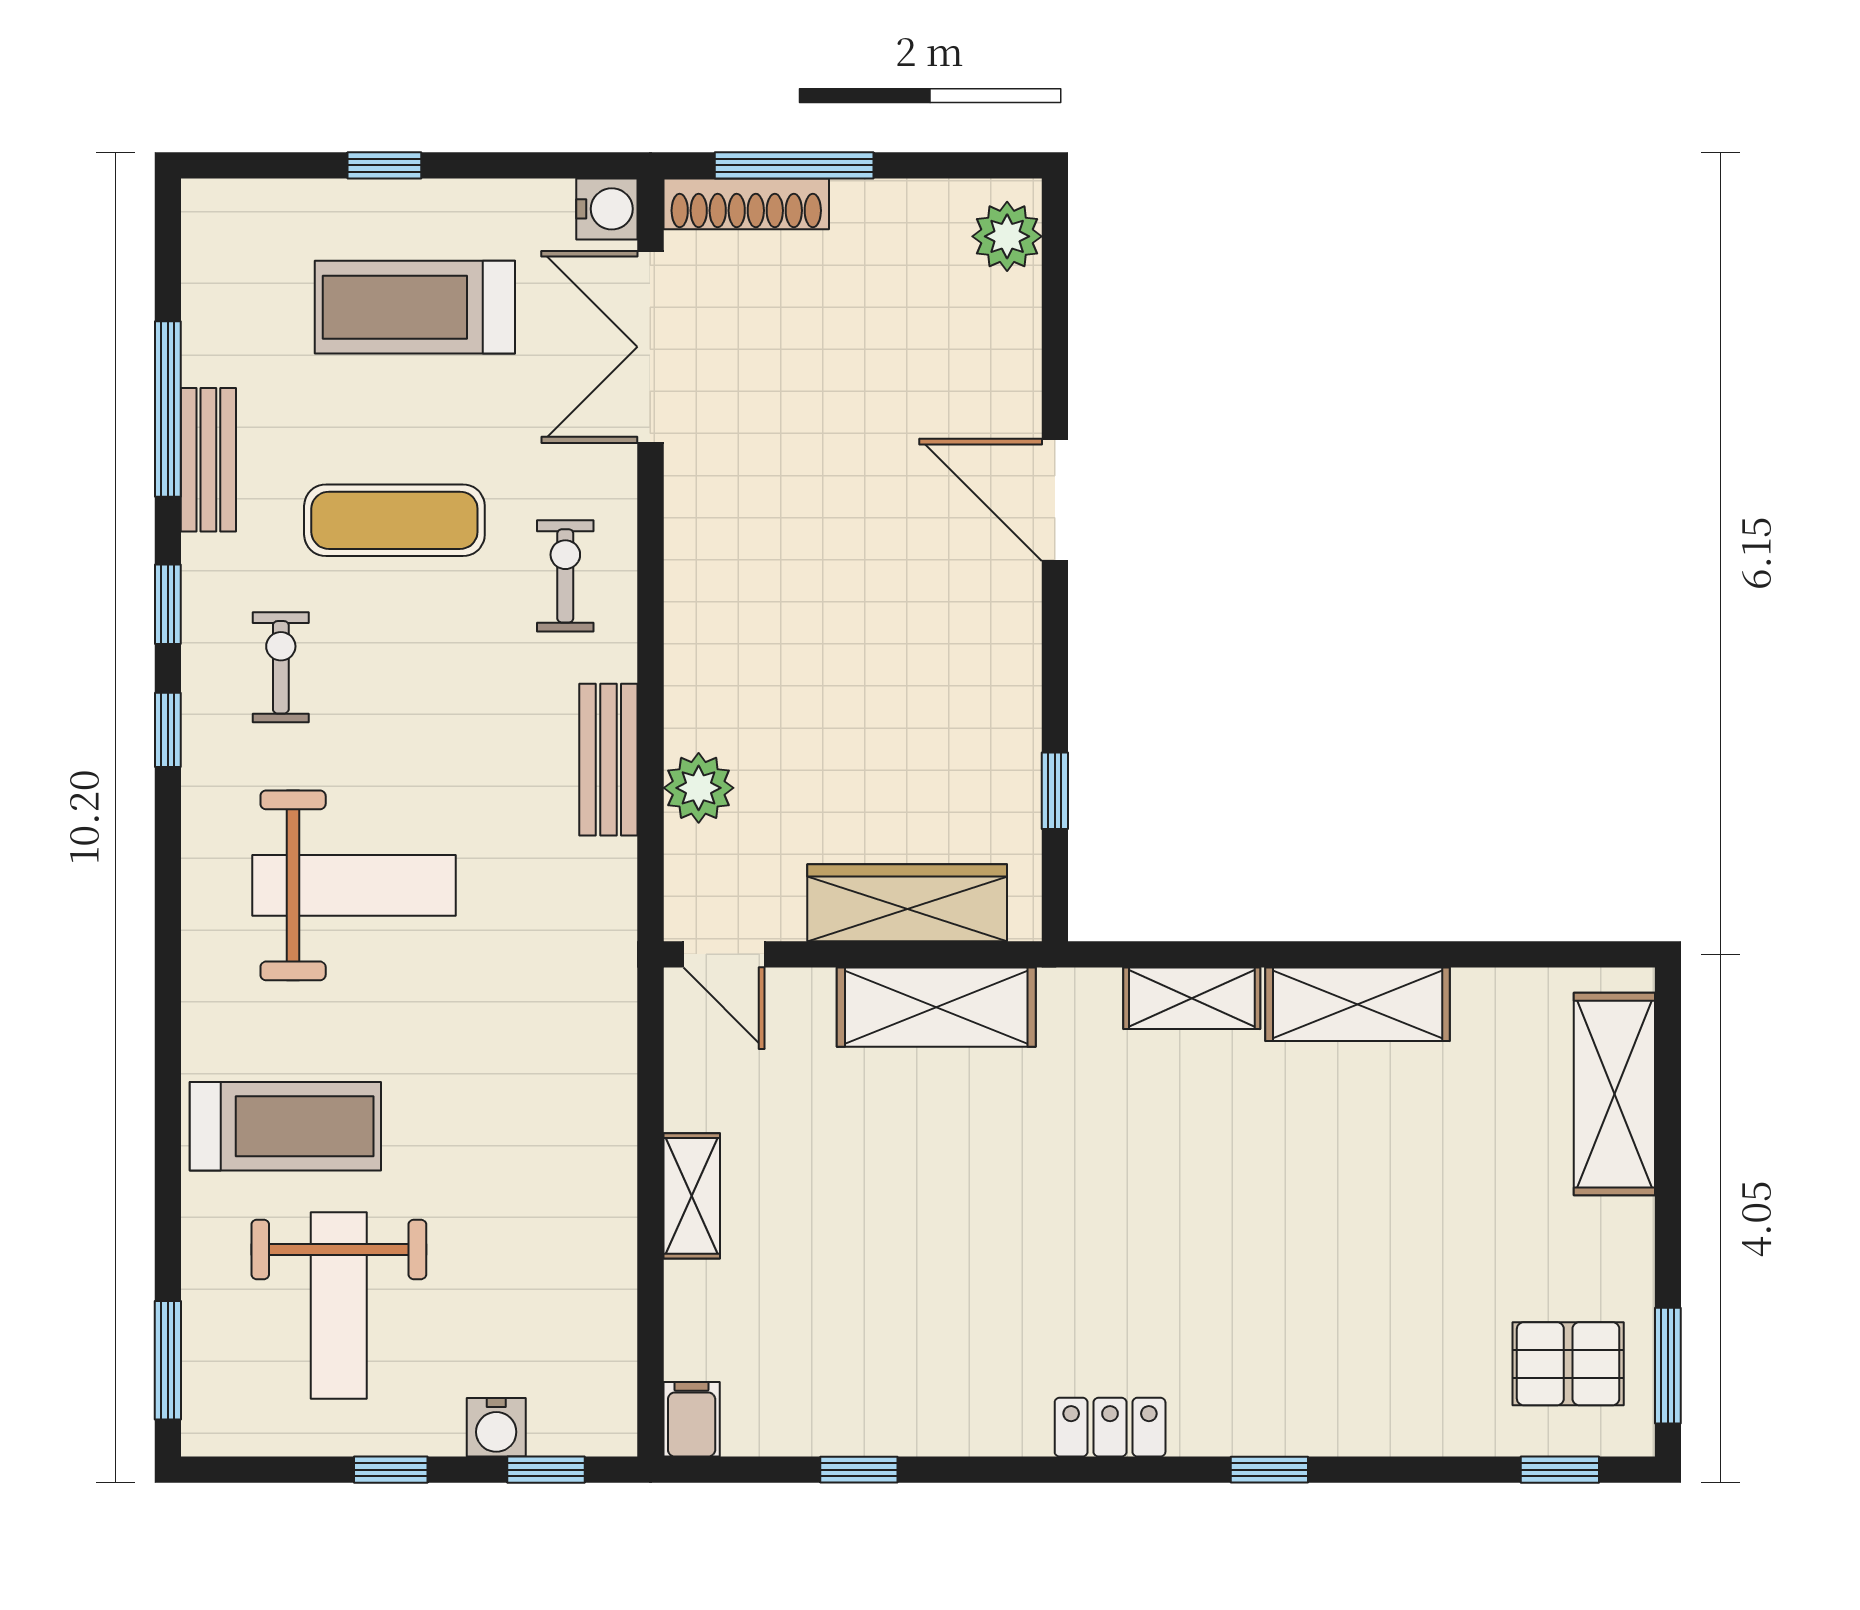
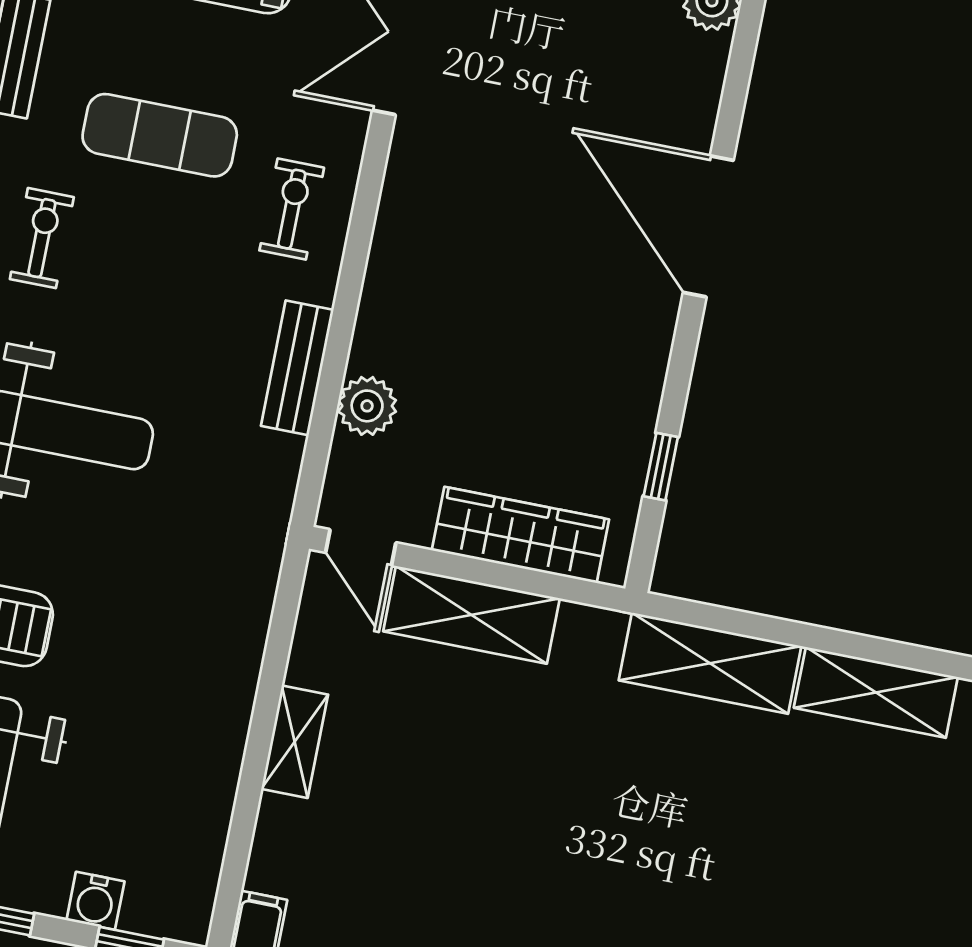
door: (1055, 500) -> (708, 226), width x1.36
shelving: (1192, 998) -> (710, 663), width x1.50, depth x1.33
shelving: (936, 1007) -> (471, 615), moved

